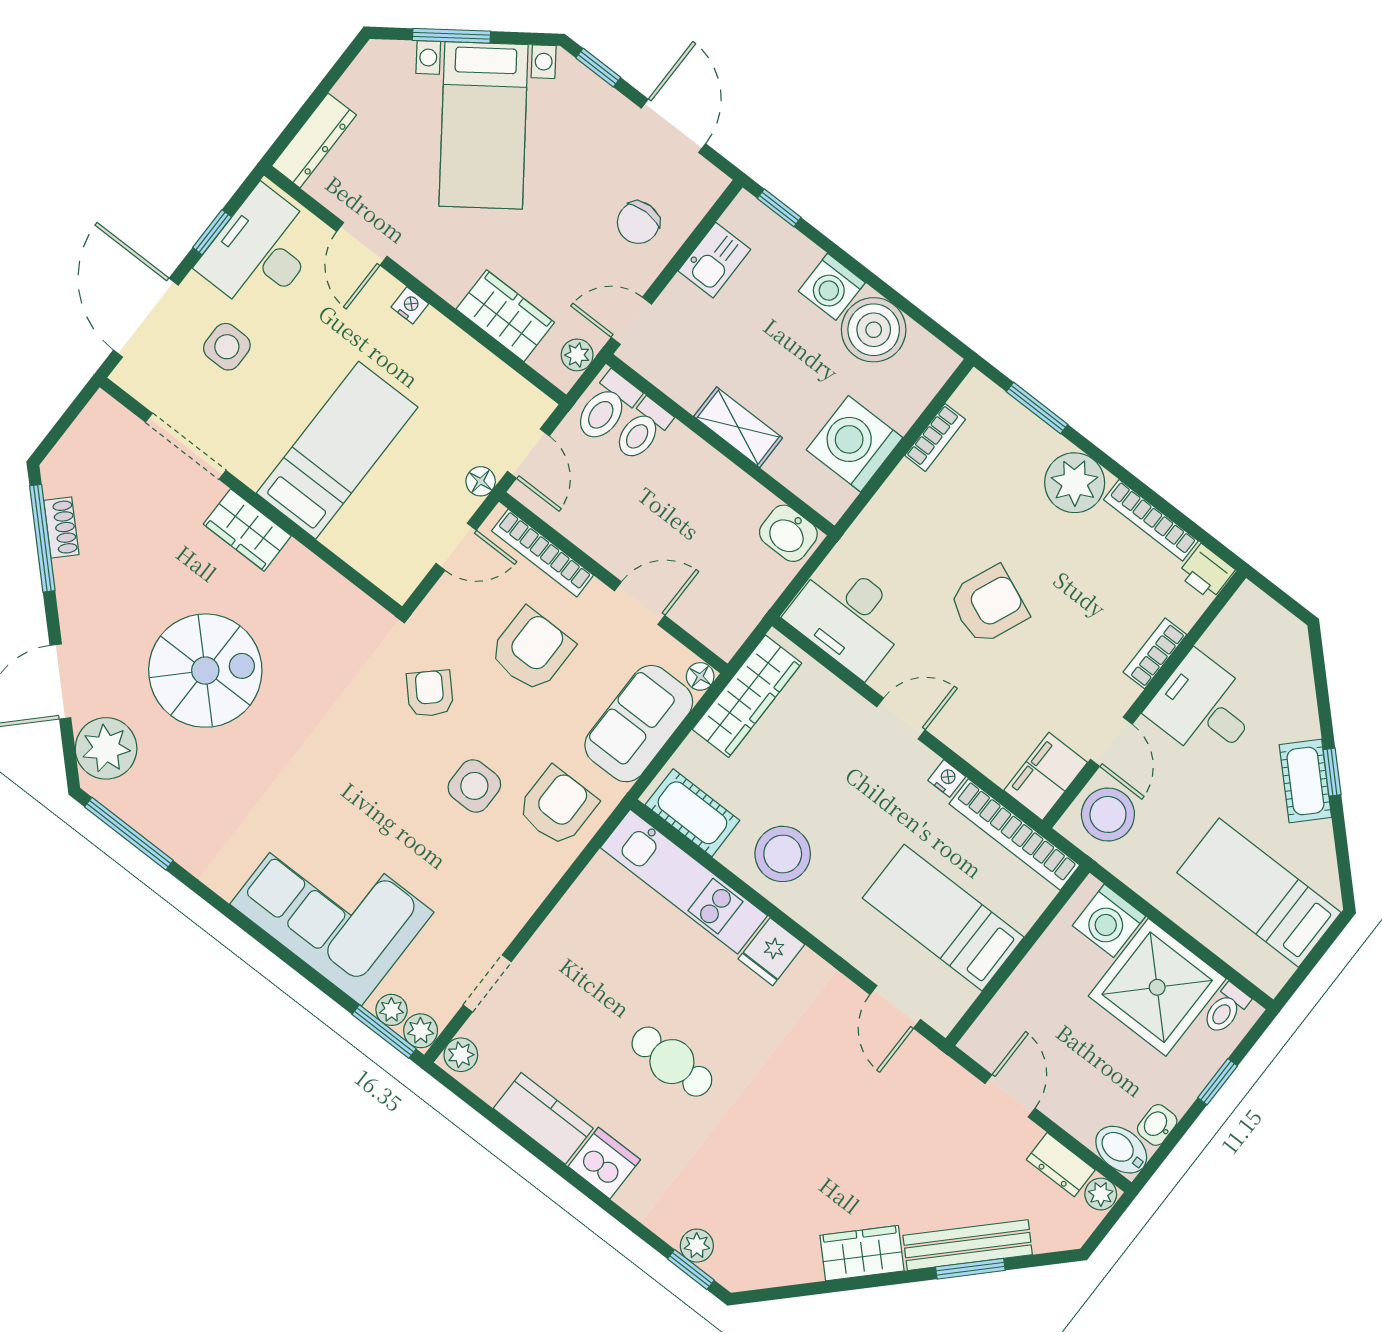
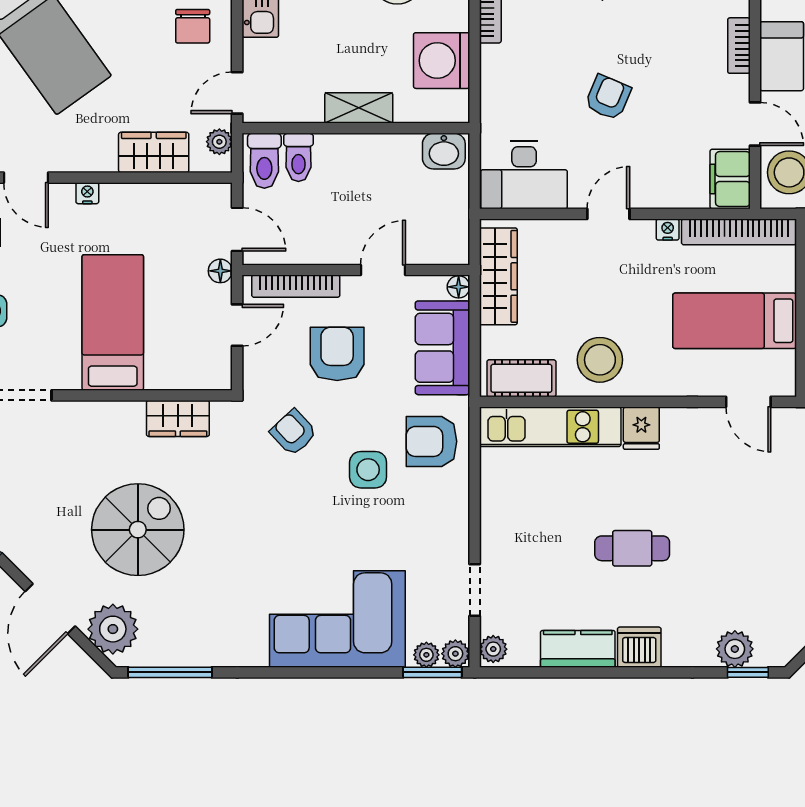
wardrobe: (247, 530) -> (178, 418), moved
armchair: (988, 605) -> (608, 97), width x0.72, depth x0.72
armchair: (557, 806) -> (432, 441), turned -90
plant: (697, 1246) -> (735, 649), width x1.38, depth x1.38

